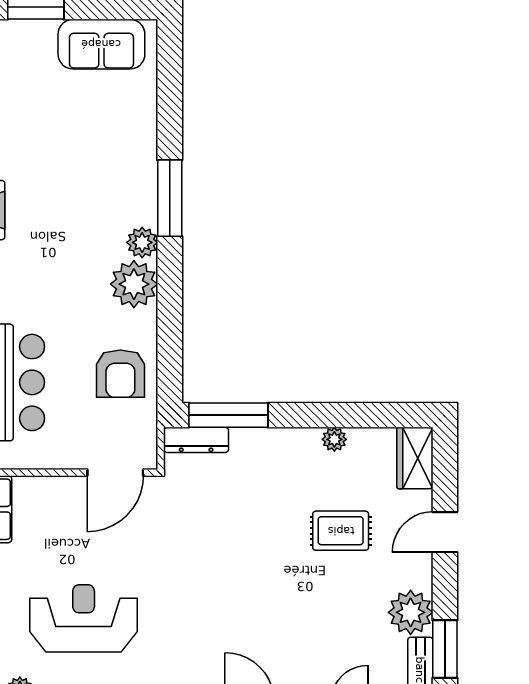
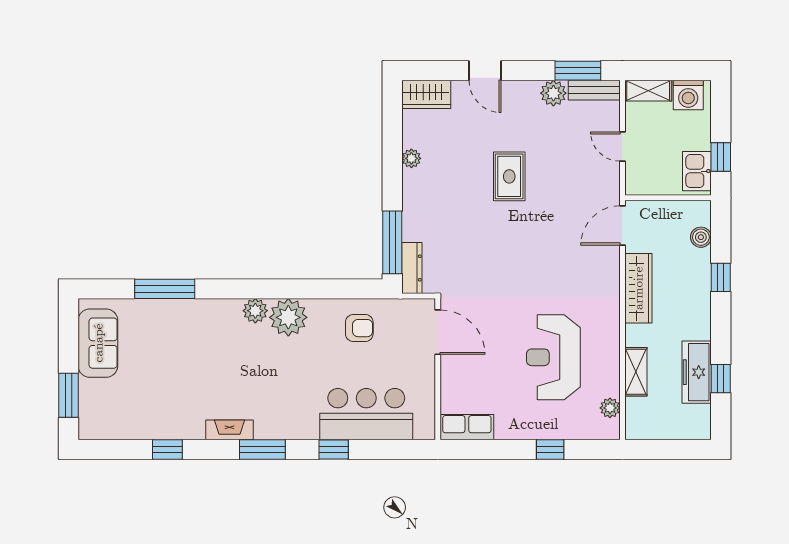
window: (170, 198) -> (165, 289), moved
armchair: (120, 374) -> (359, 328), width x0.72, depth x0.72
rug: (341, 531) -> (509, 176), moved
plant: (411, 612) -> (553, 93), width x0.73, depth x0.73

